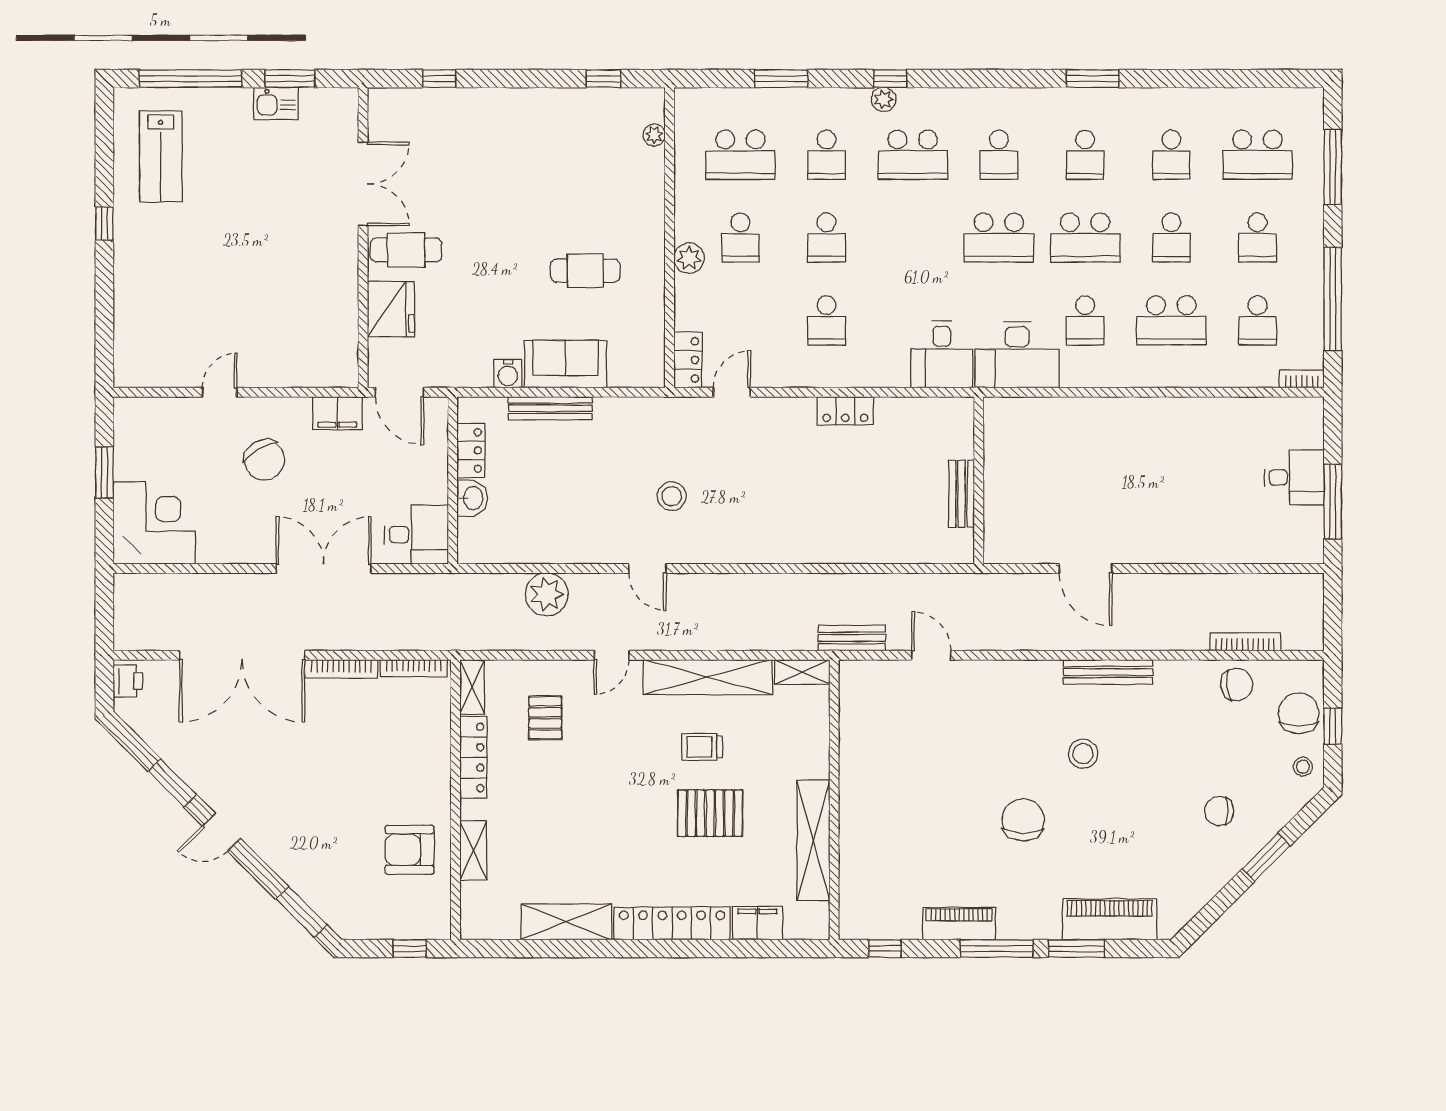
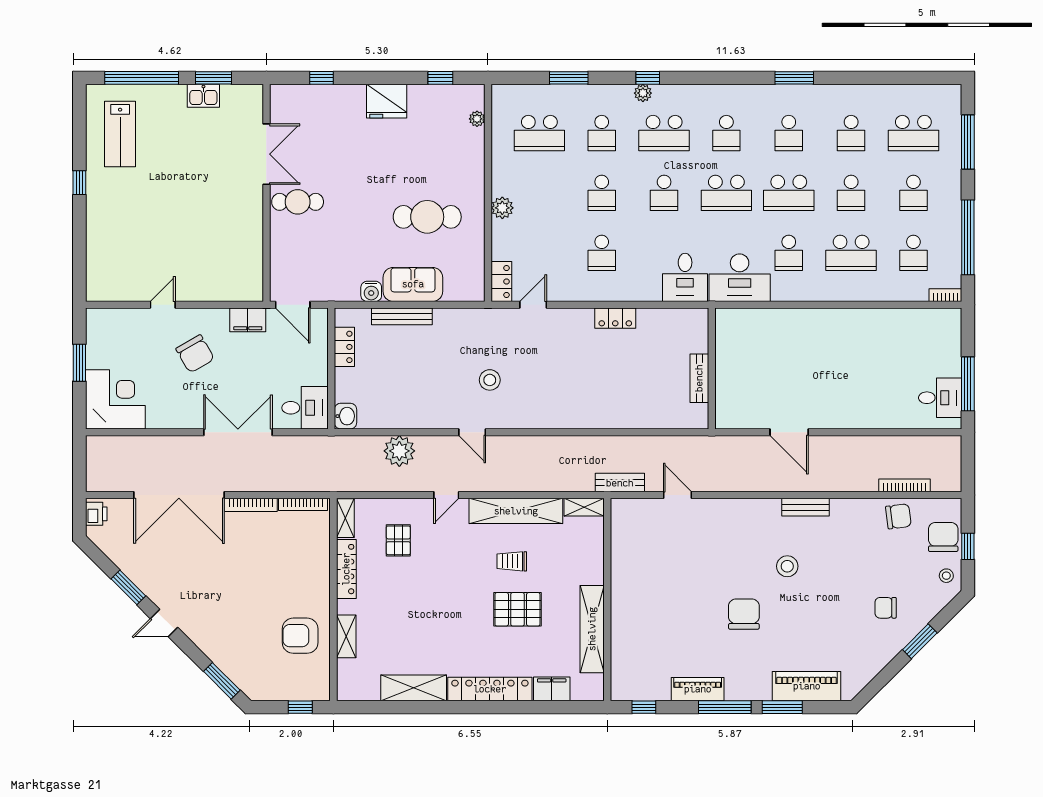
school desk: (740, 238) -> (664, 193), moved
cafe table: (585, 271) -> (427, 217), width x1.37, depth x1.35
fridge: (391, 309) -> (387, 101), moved, turned 90
desk: (1294, 477) -> (940, 398), moved
washbasin: (472, 498) -> (345, 416), moved
bench: (1108, 672) -> (805, 507), width x0.73

